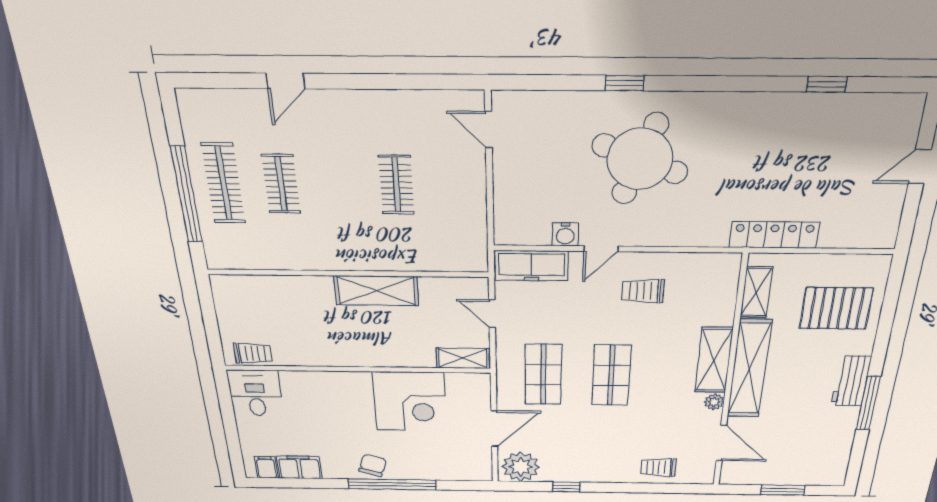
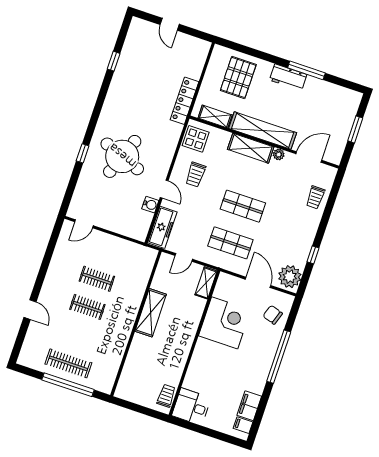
clothes rail: (281, 184) -> (87, 307), moved
display table: (708, 273) -> (196, 139), added
chair: (373, 465) -> (273, 315), moved

